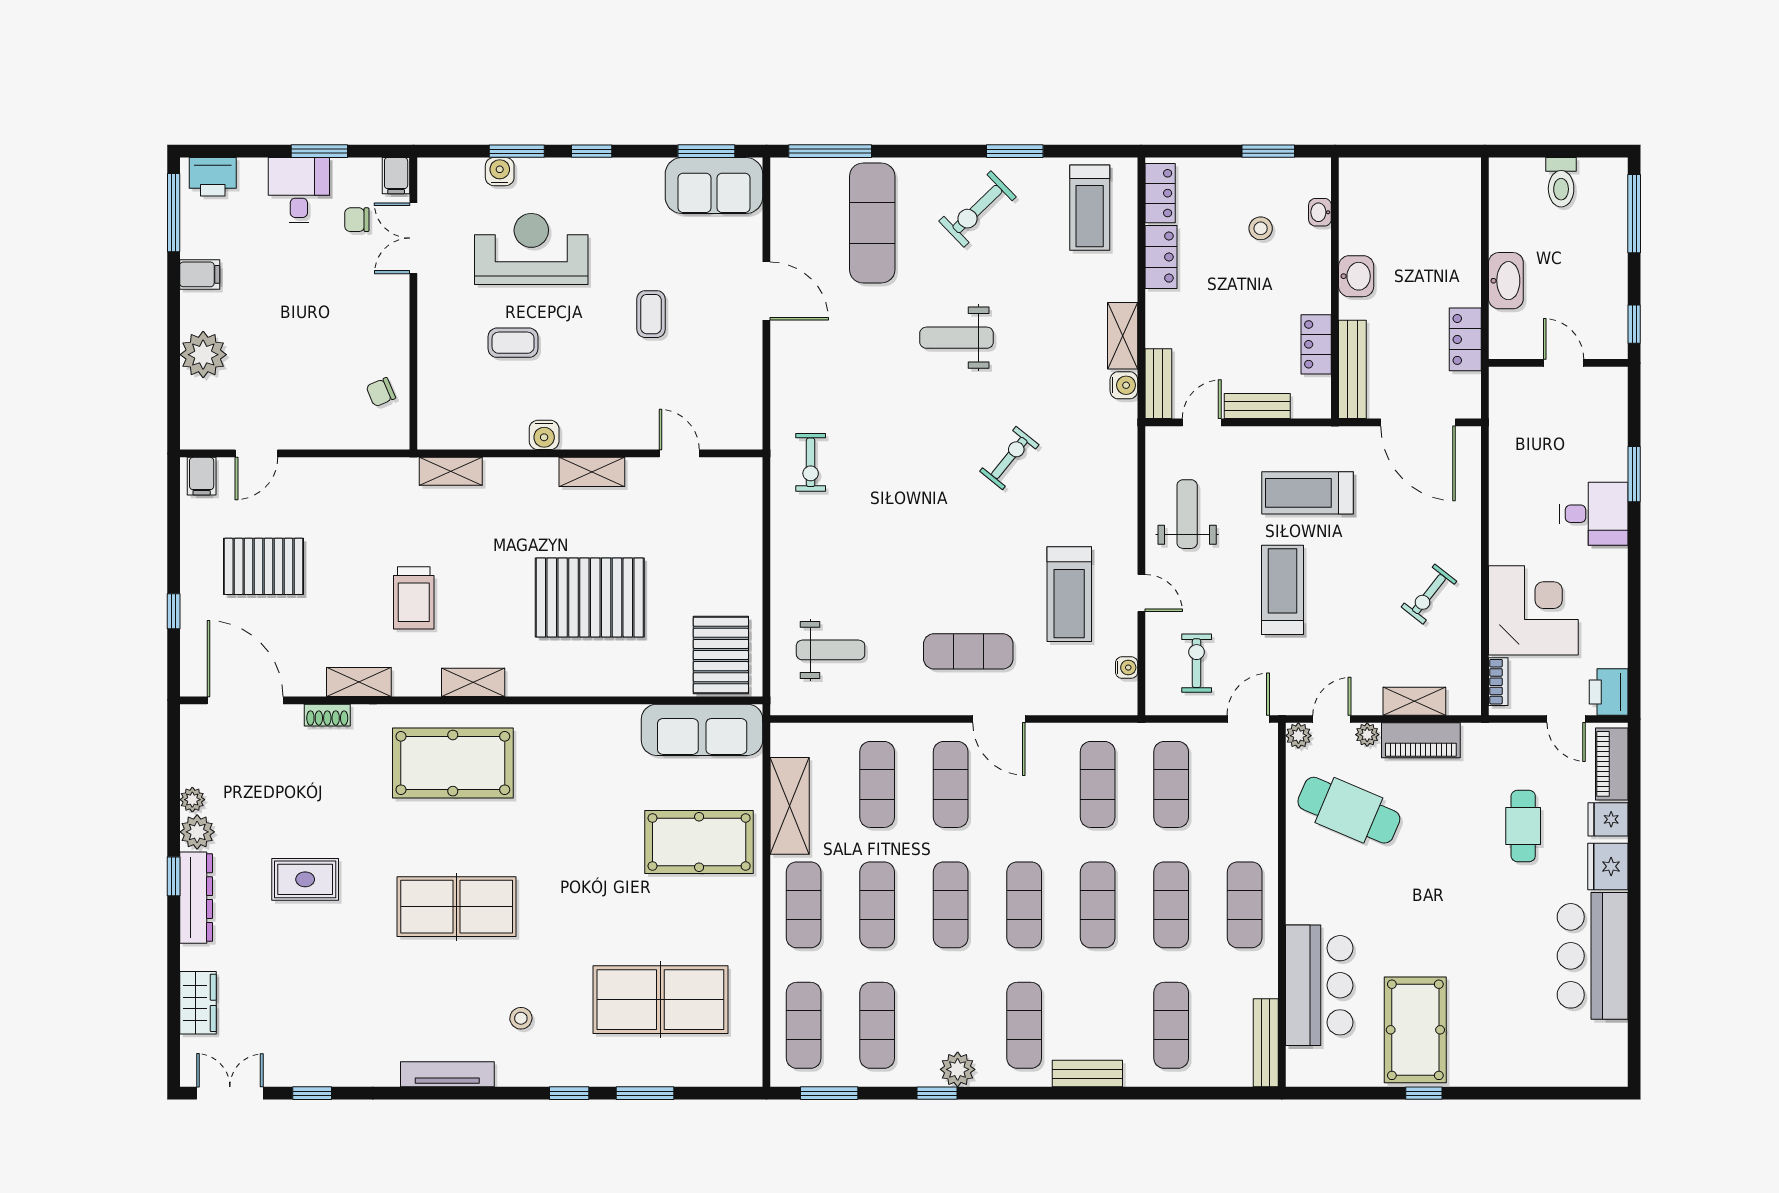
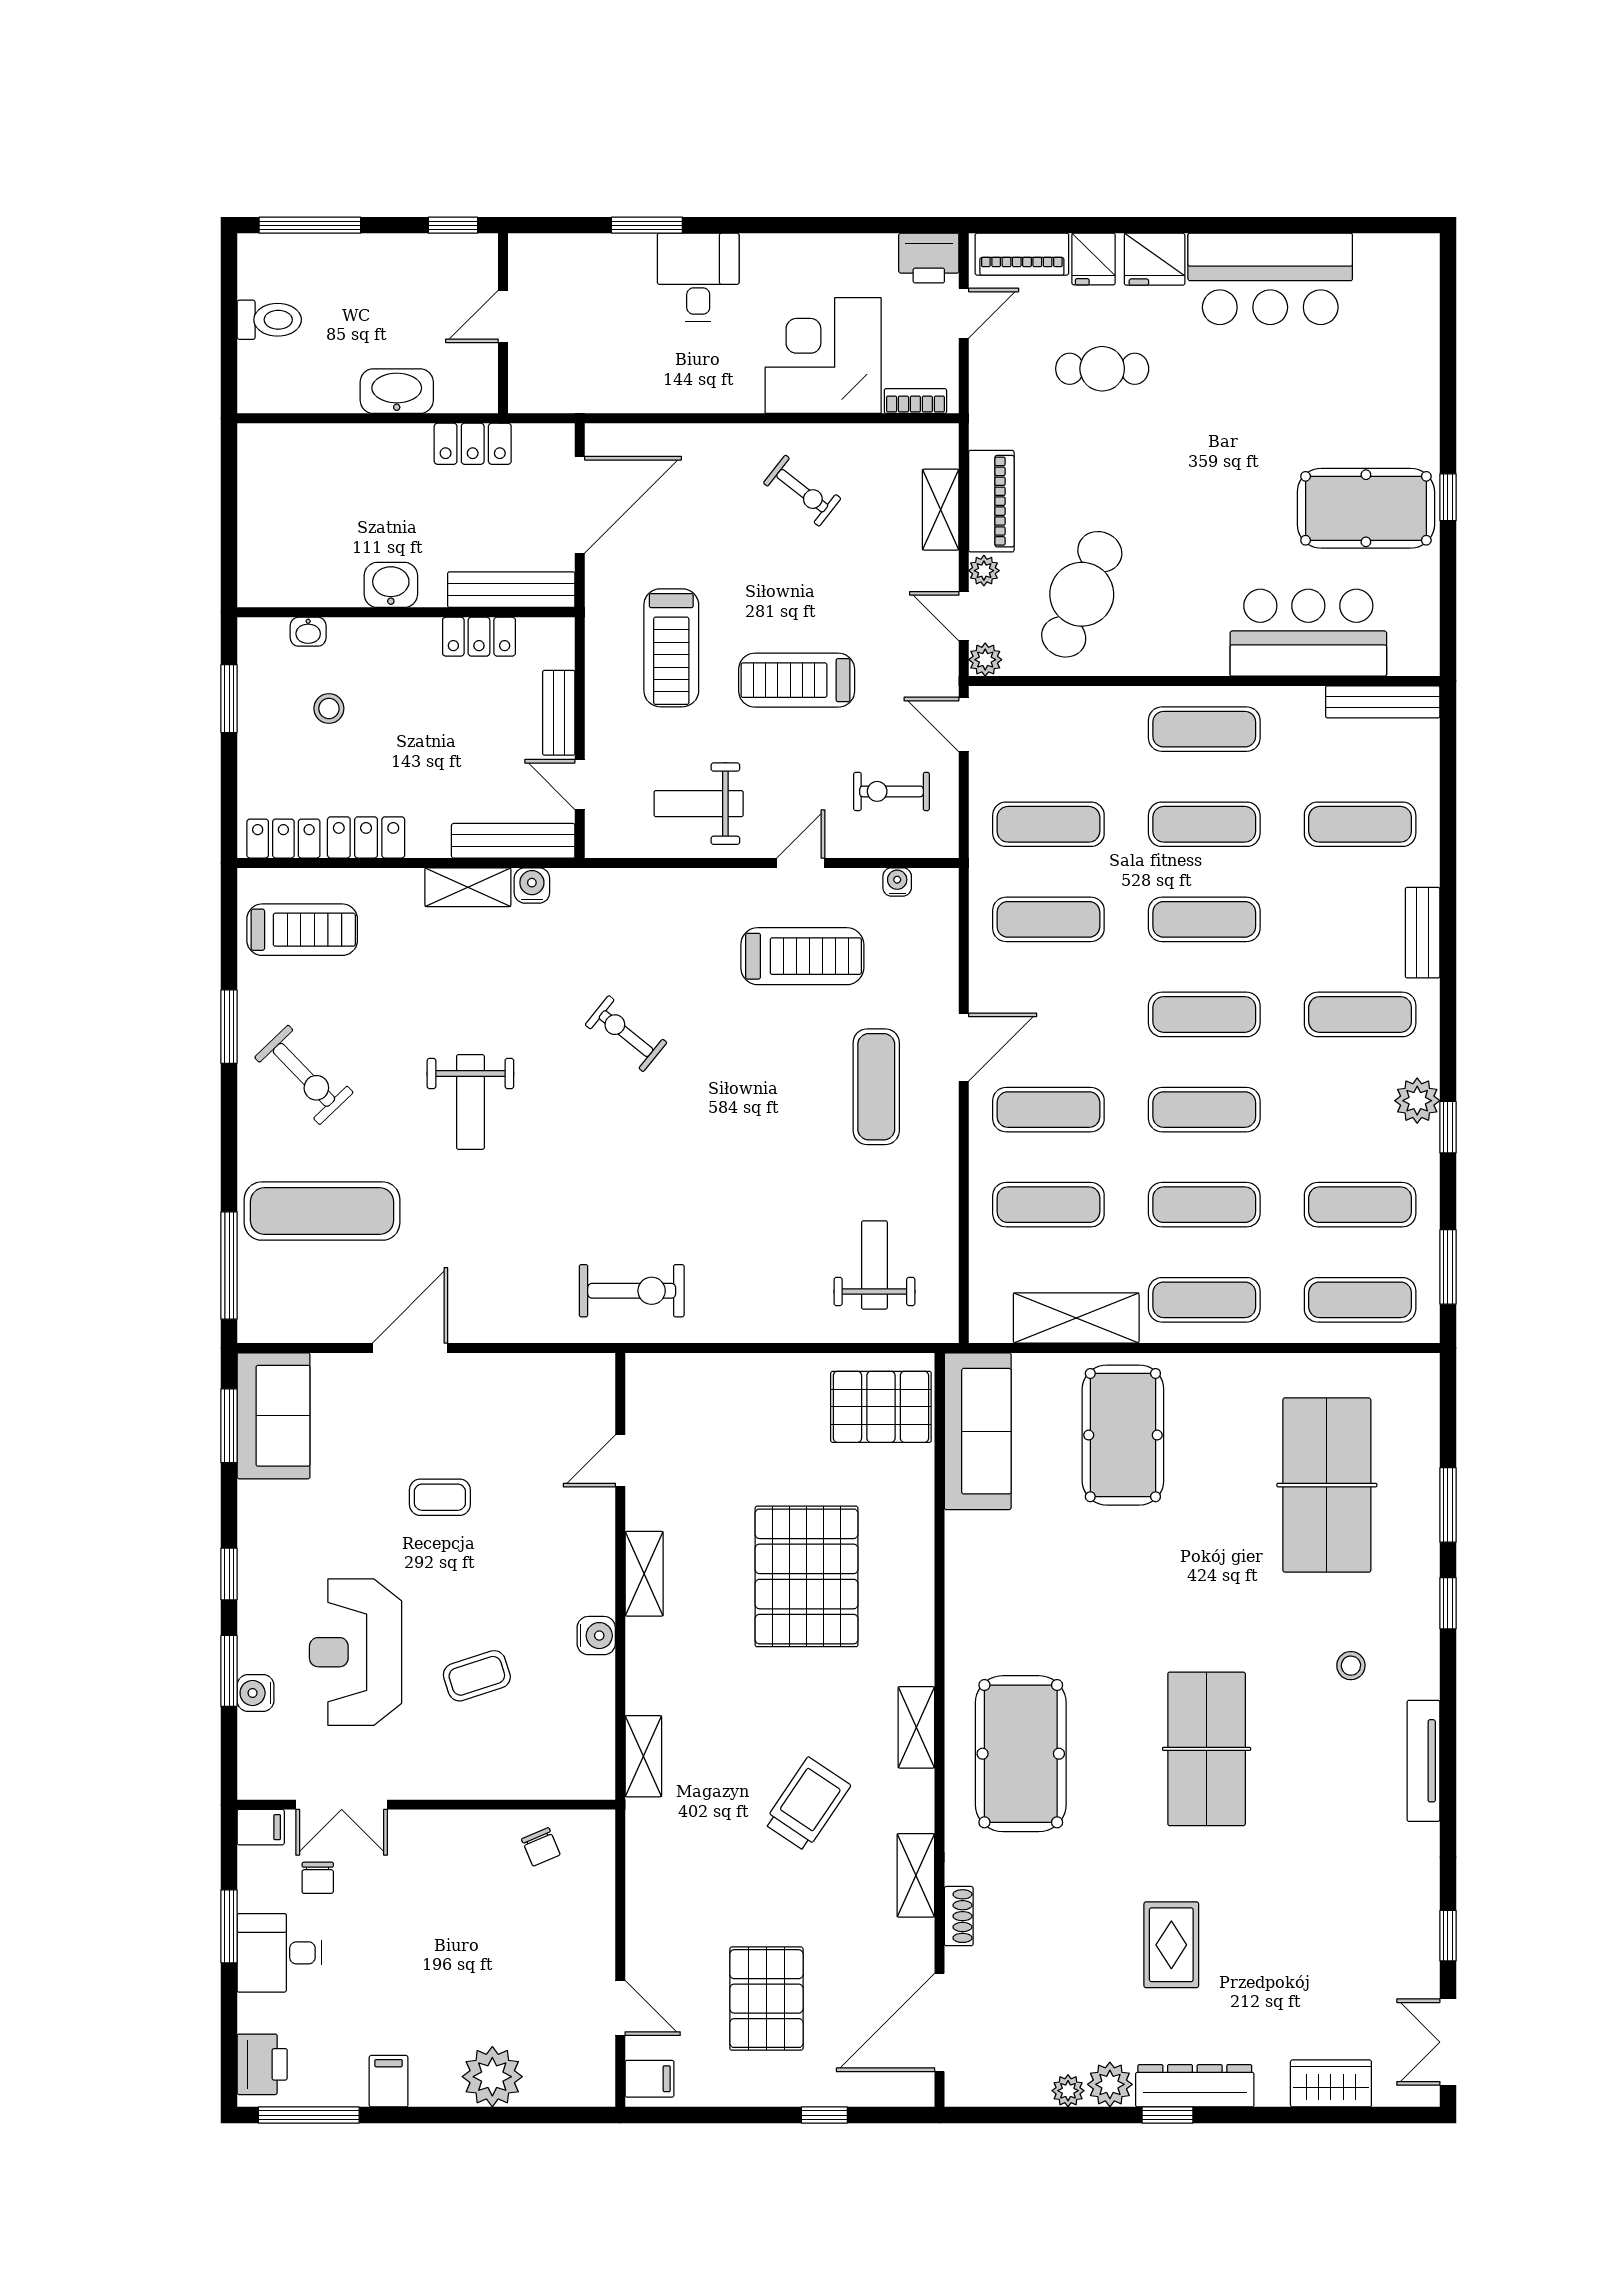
coffee table: (513, 343) -> (477, 1676), turned 72
bench: (1158, 384) -> (513, 841), width x1.36
exercise bike: (811, 462) -> (632, 1291), width x1.38, depth x1.39
trolley: (414, 598) -> (807, 1804), turned -56

